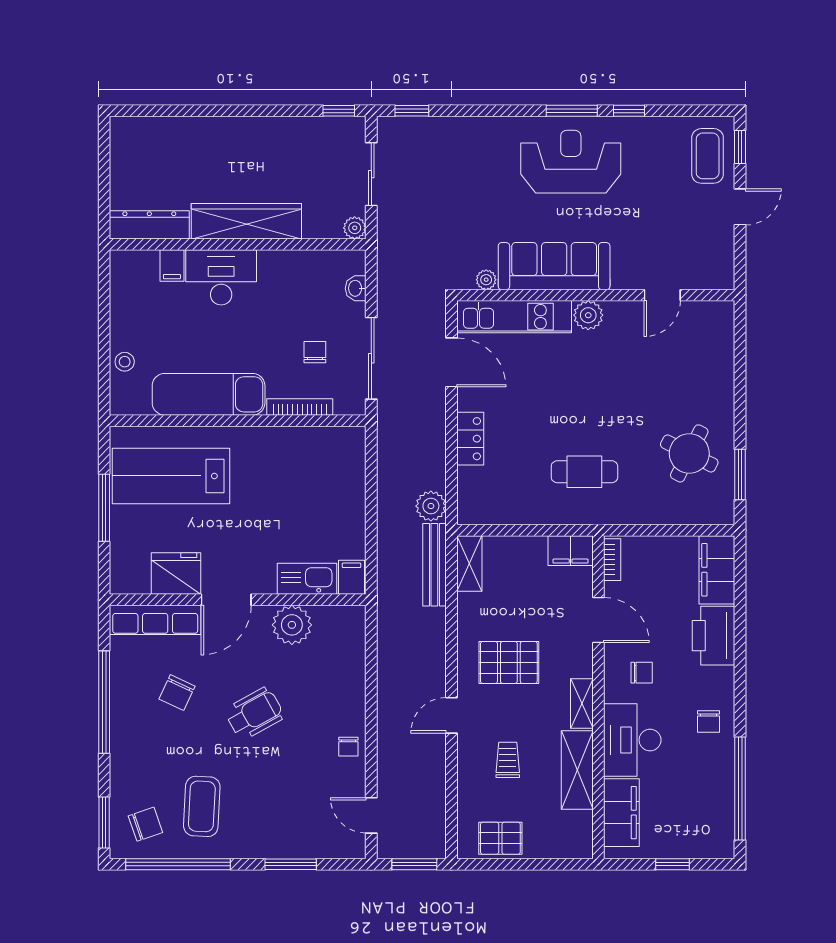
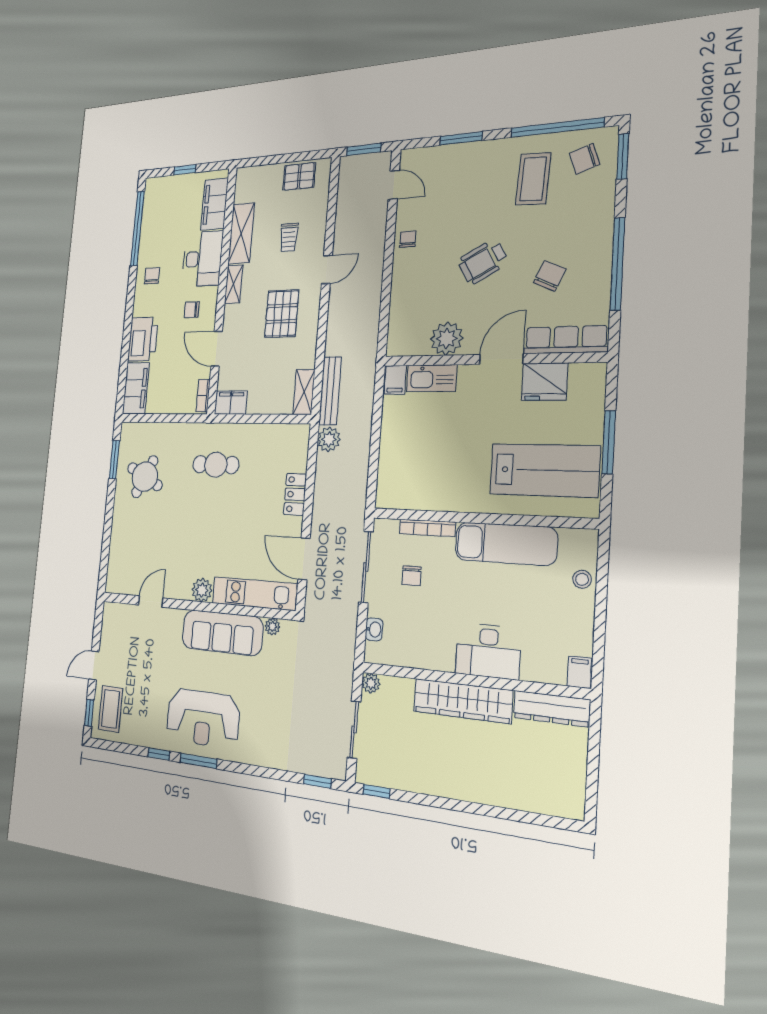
filing cabinet: (172, 266) -> (579, 672), moved
pallet: (509, 662) -> (282, 314), turned 90

